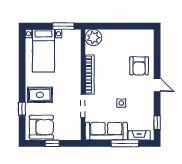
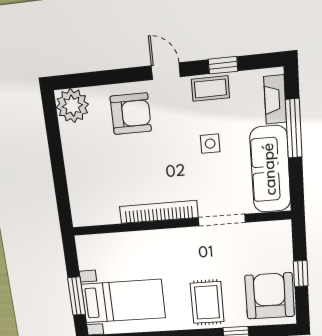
window: (63, 26) -> (77, 296), moved
plant: (93, 38) -> (72, 106), moved
door: (157, 85) -> (166, 71), hinge flipped
coffee table: (147, 105) -> (210, 88), added
window: (157, 123) -> (223, 65), moved

